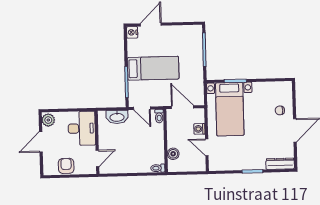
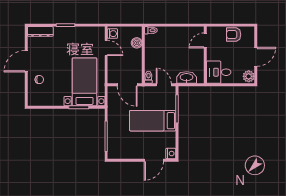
desk: (82, 128) -> (219, 72), width x0.73
washing machine: (199, 129) -> (112, 34), moved
armchair: (66, 166) -> (234, 35), turned 90

